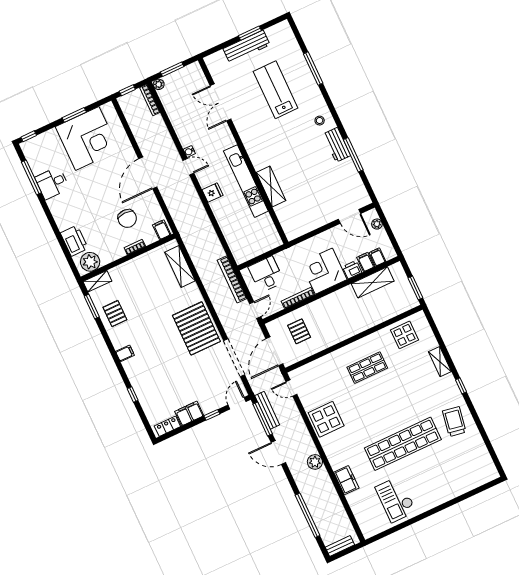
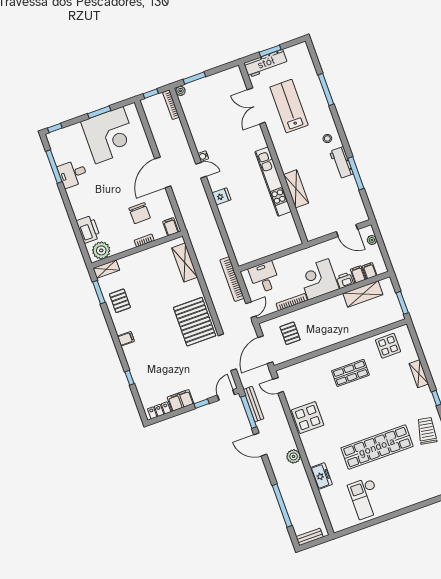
double door: (220, 102) -> (256, 106), moved
wall: (243, 151) -> (273, 153), moved
kitchen unit: (246, 181) -> (273, 182), moved
shelving: (271, 187) -> (296, 189), moved

